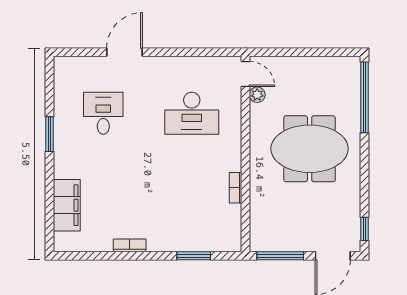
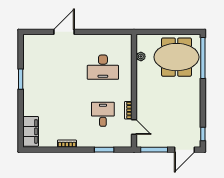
door: (245, 74) -> (134, 127), moved
desk: (103, 113) -> (103, 114), moved
meeting table: (310, 149) -> (176, 57), moved
filing cabinet: (67, 205) -> (31, 131), moved

